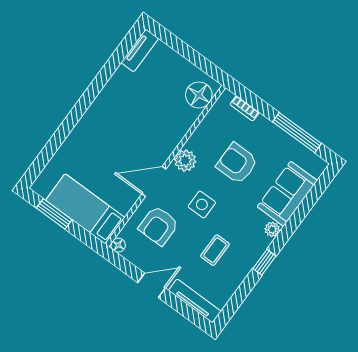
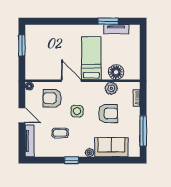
tv unit: (140, 50) -> (116, 29), moved
window: (109, 70) -> (108, 21), added
floor lamp: (199, 95) -> (116, 72), moved
plant: (185, 161) -> (111, 88), moved
armchair: (237, 163) -> (108, 113), turned 90
bed: (85, 209) -> (91, 58), moved

